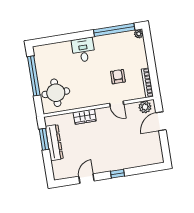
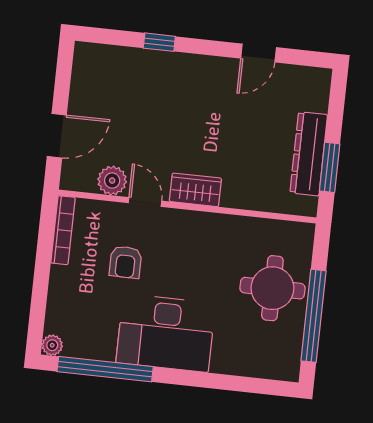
desk: (83, 50) -> (166, 333), width x1.87, depth x1.30
round table: (56, 93) -> (272, 288), moved
plant: (145, 107) -> (112, 181), moved
wardrobe: (85, 117) -> (195, 190), moved
window: (117, 174) -> (159, 42), moved

